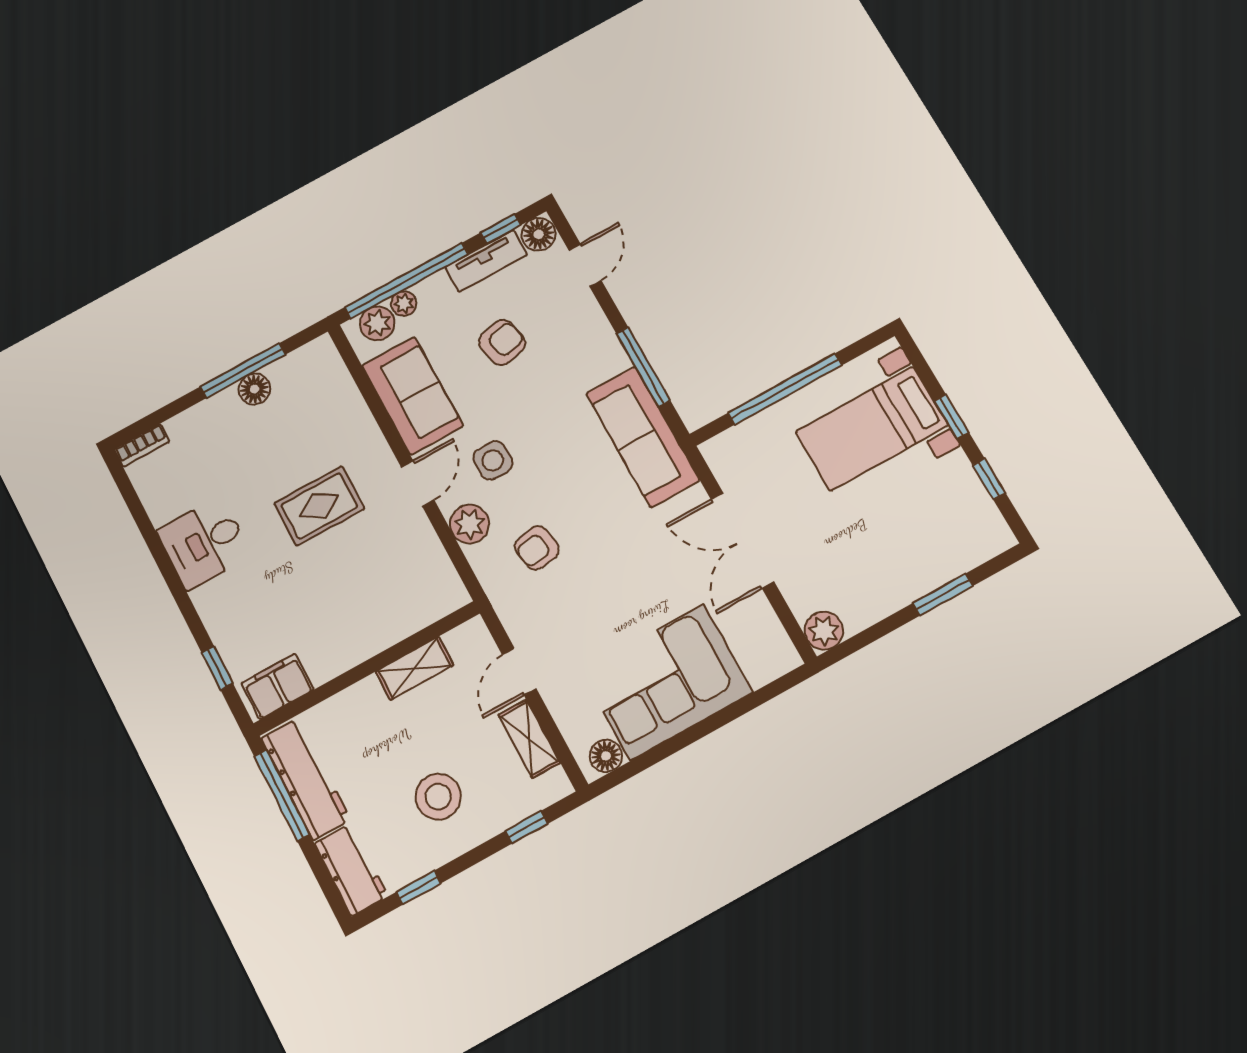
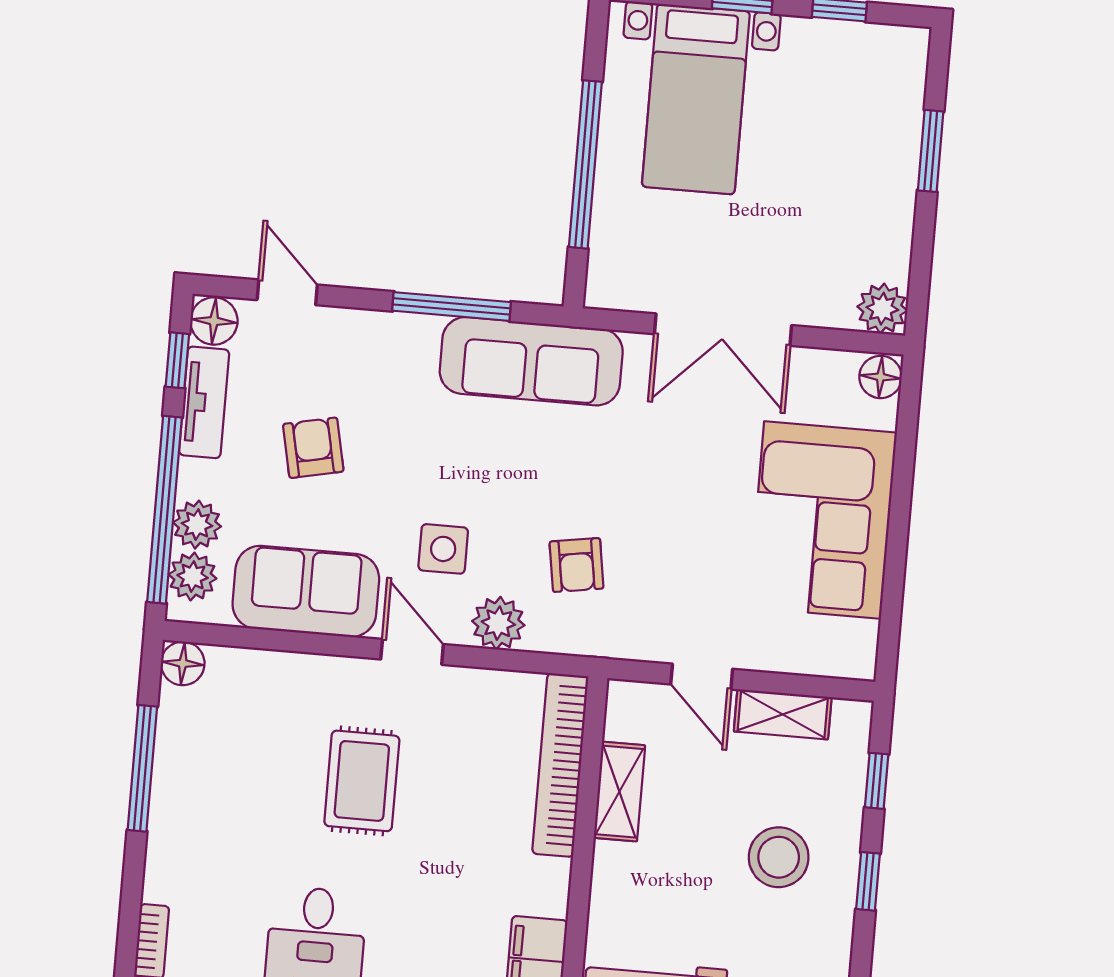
plant: (404, 304) -> (197, 525), width x1.38, depth x1.38
floor lamp: (254, 389) -> (183, 663), moved
bookcase: (407, 621) -> (560, 765), added
floor lamp: (606, 756) -> (881, 377), moved
window: (419, 888) -> (868, 881), moved

